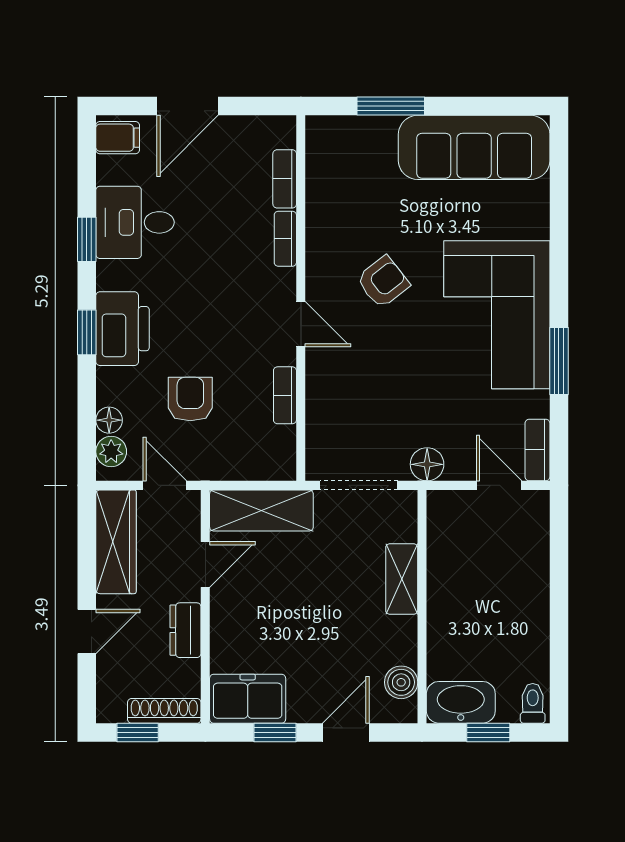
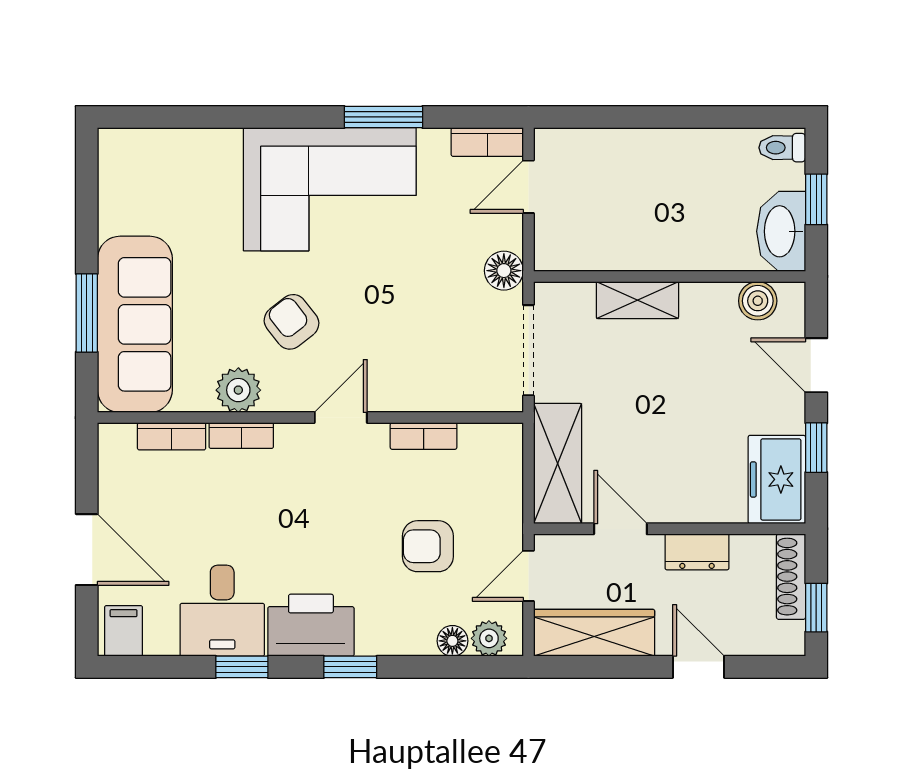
sofa: (474, 147) -> (135, 324), moved
plant: (324, 236) -> (238, 390), added
printer: (122, 329) -> (311, 625), moved

